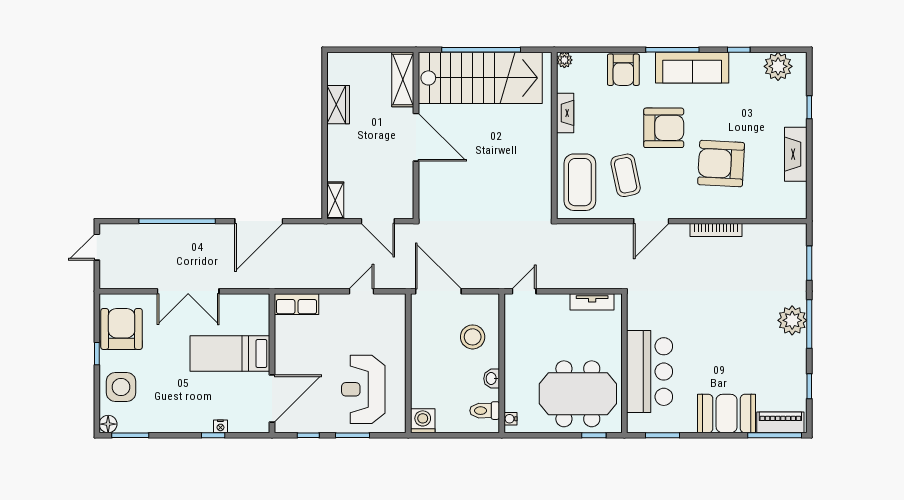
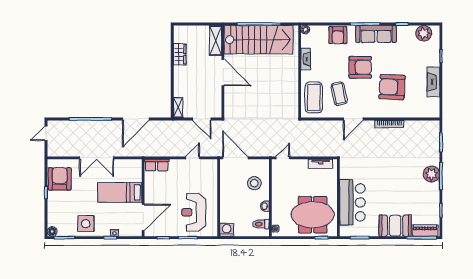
side table: (121, 387) -> (86, 224), moved

